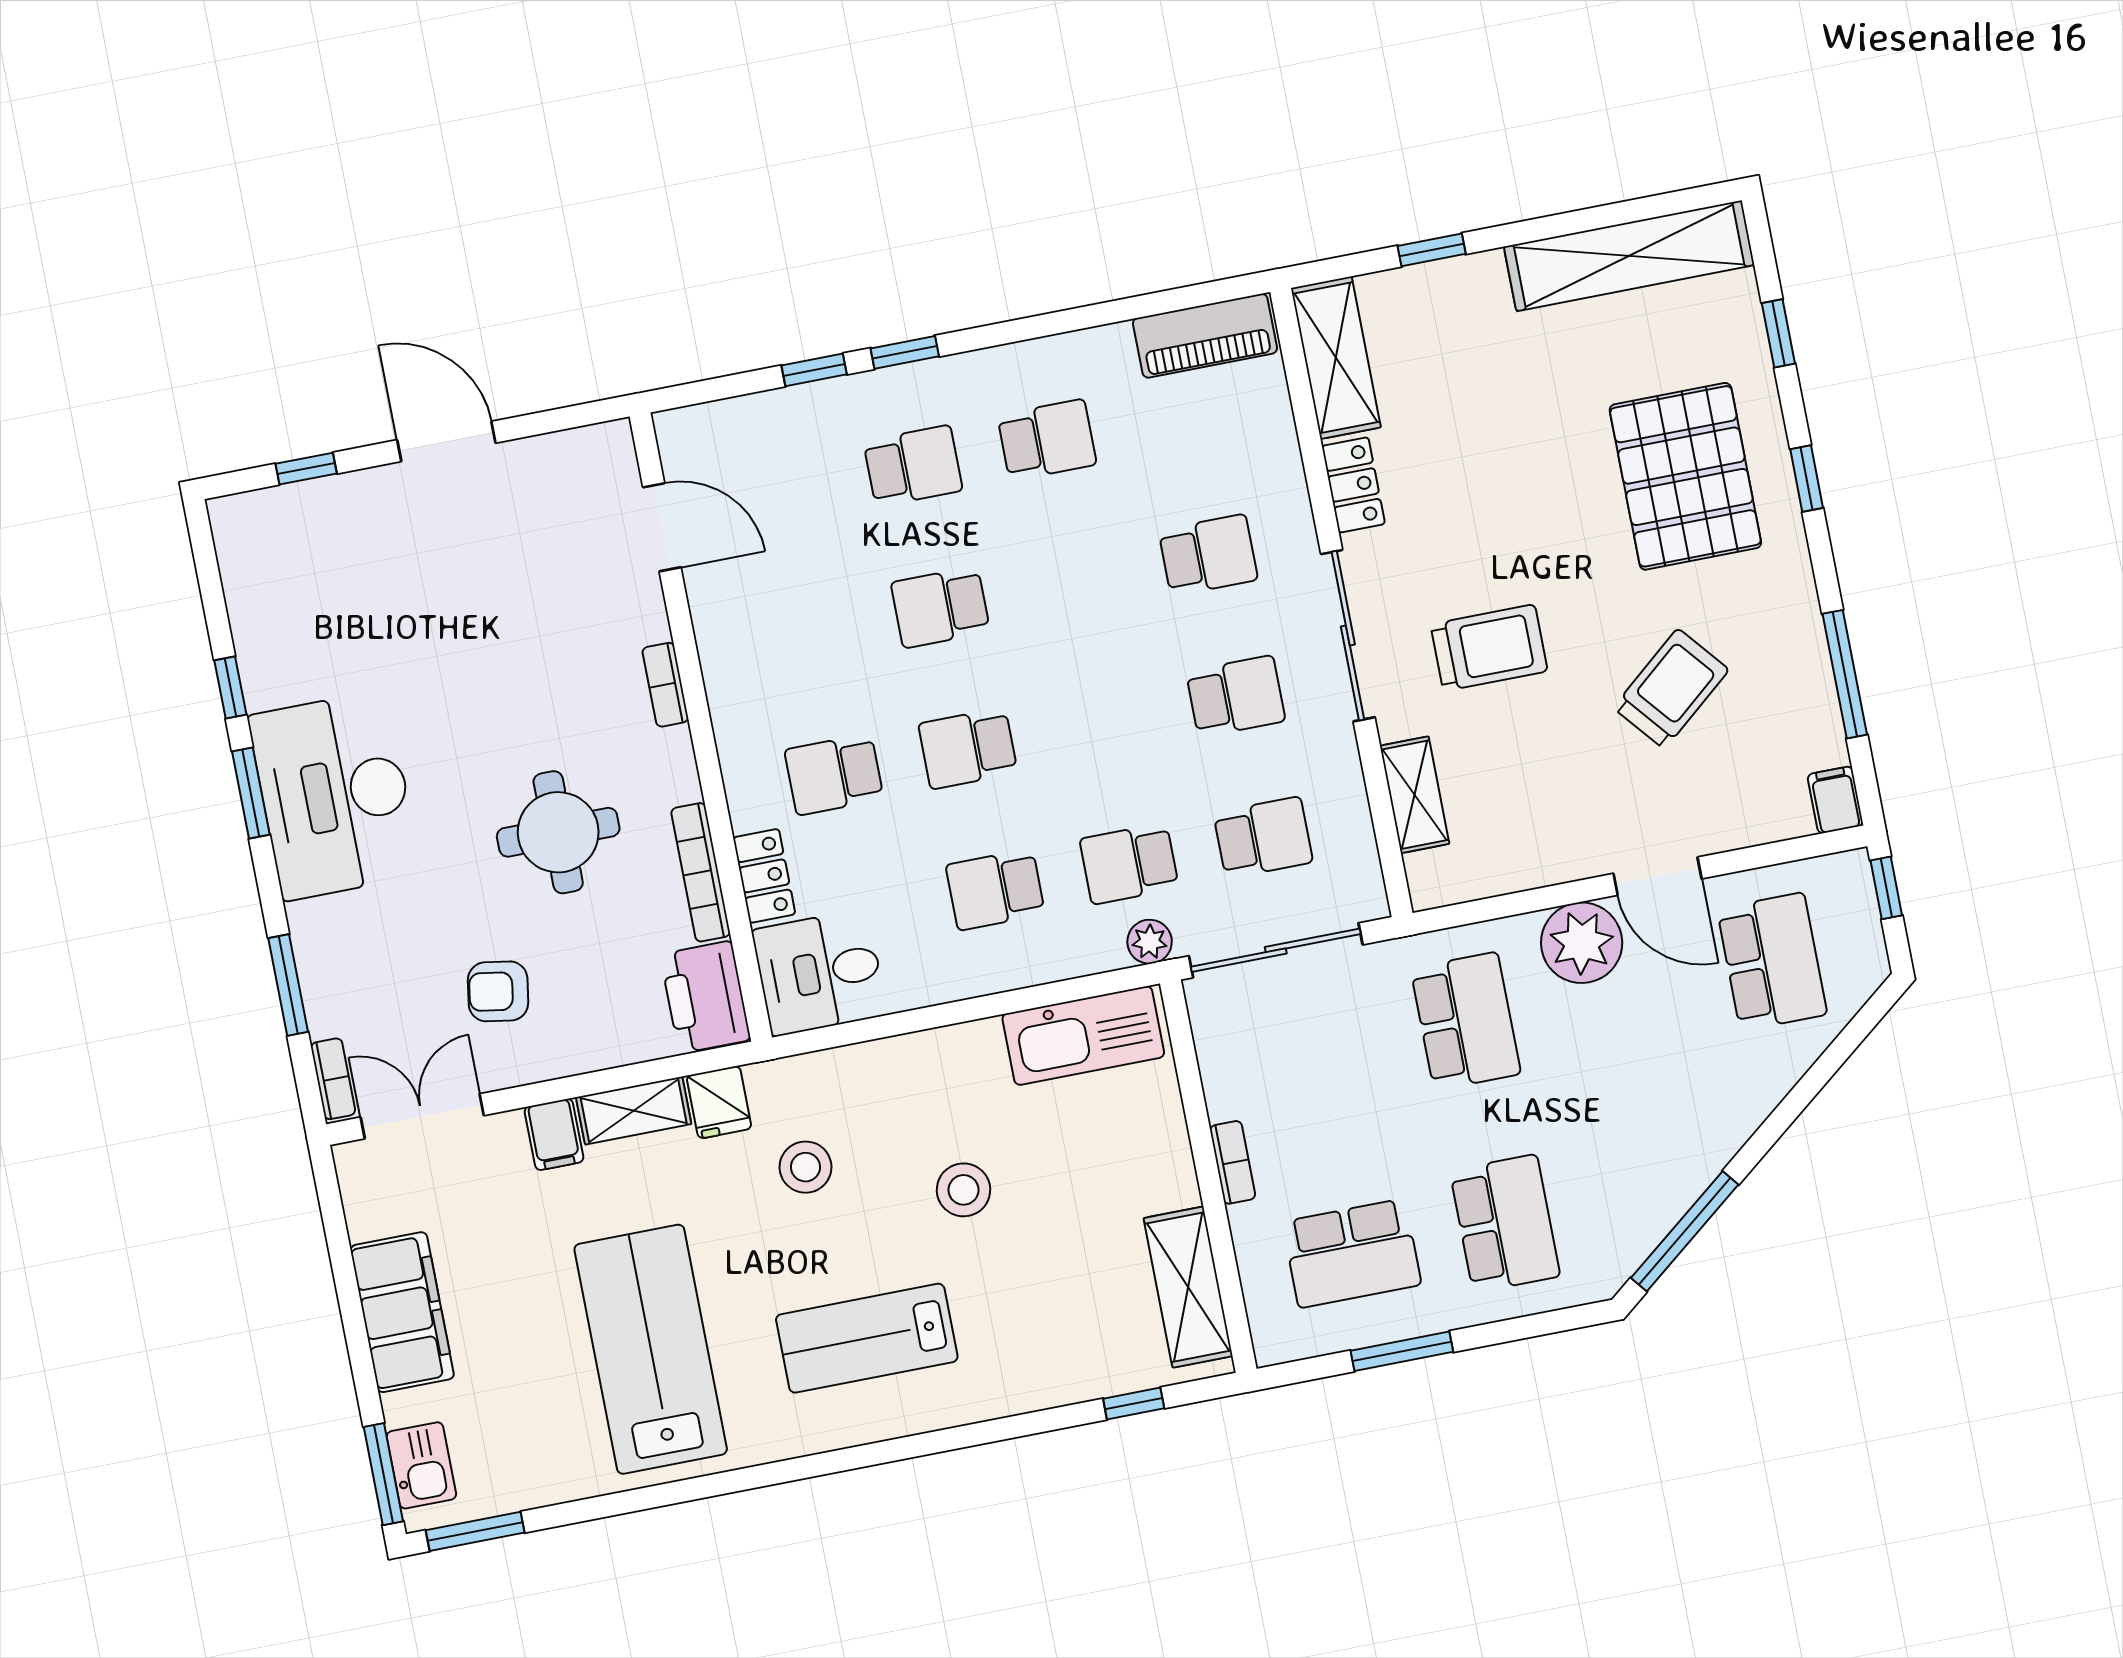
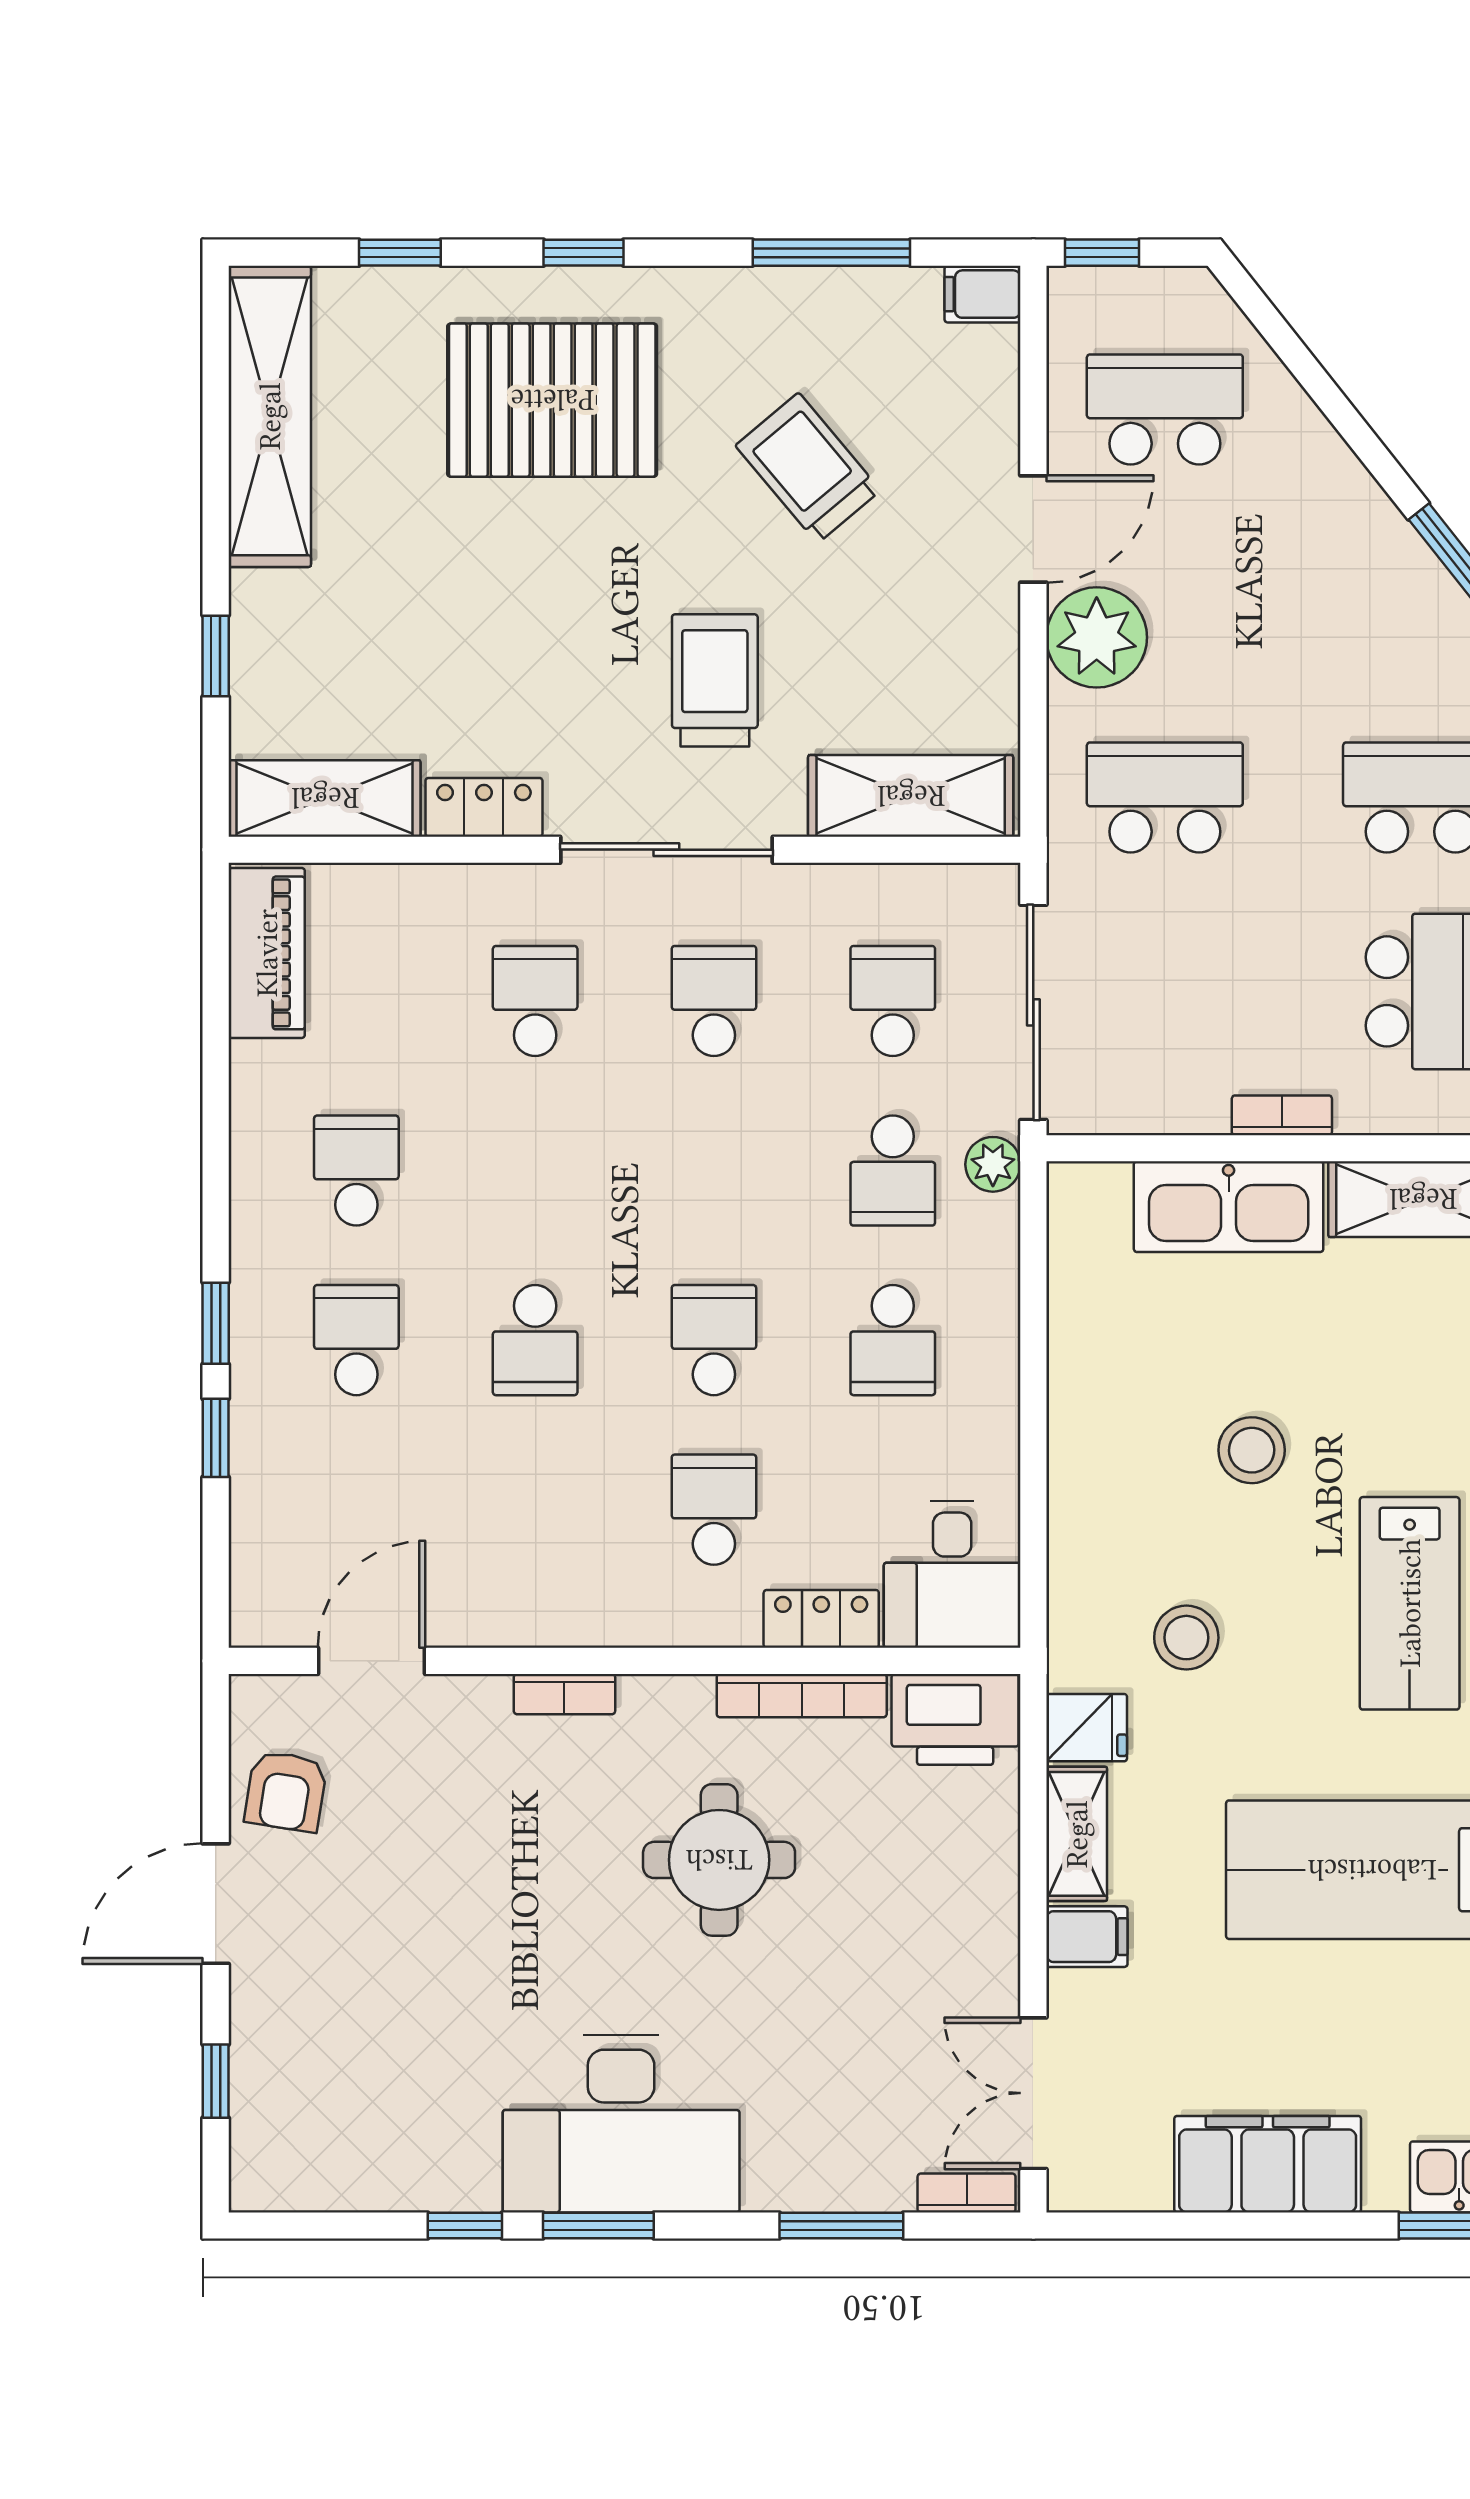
school desk: (968, 748) -> (714, 1340), turned 180
school desk: (834, 774) -> (714, 1510), turned 180
shelving: (1415, 795) -> (911, 796), width x1.50, depth x1.33
armchair: (498, 991) -> (286, 1791), moved
kitchen sink: (1083, 1036) -> (1229, 1207), moved, turned 90

